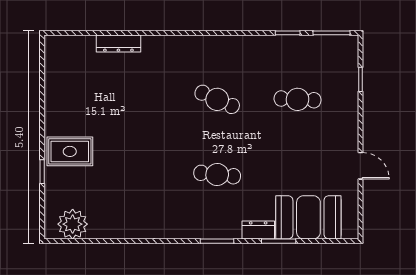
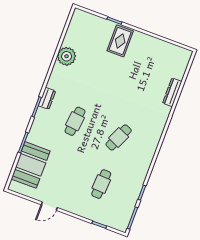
plant: (73, 224) -> (67, 56), moved
dresser: (258, 230) -> (47, 98), moved

